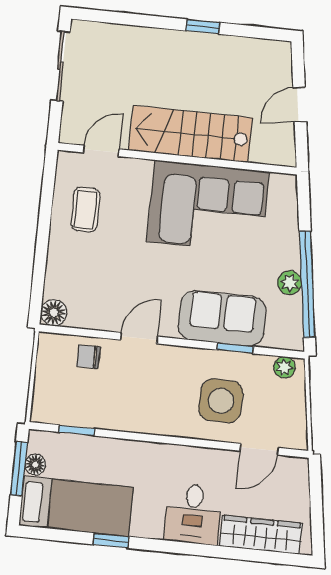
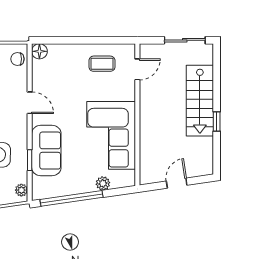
door: (300, 105) -> (177, 183), hinge flipped
stairs: (190, 134) -> (200, 101), moved, turned 180
door: (101, 151) -> (137, 69), hinge flipped
plant: (290, 283) -> (103, 183), moved
chair: (88, 357) -> (17, 59), moved, turned -90

